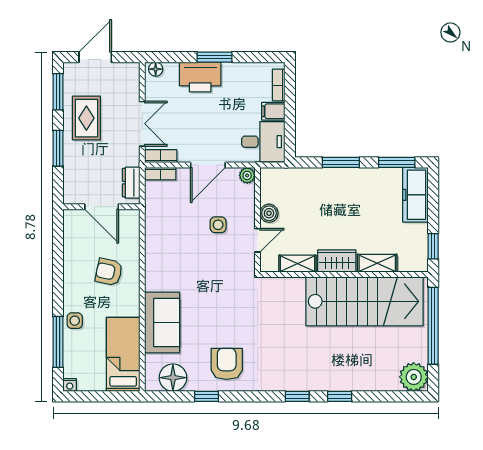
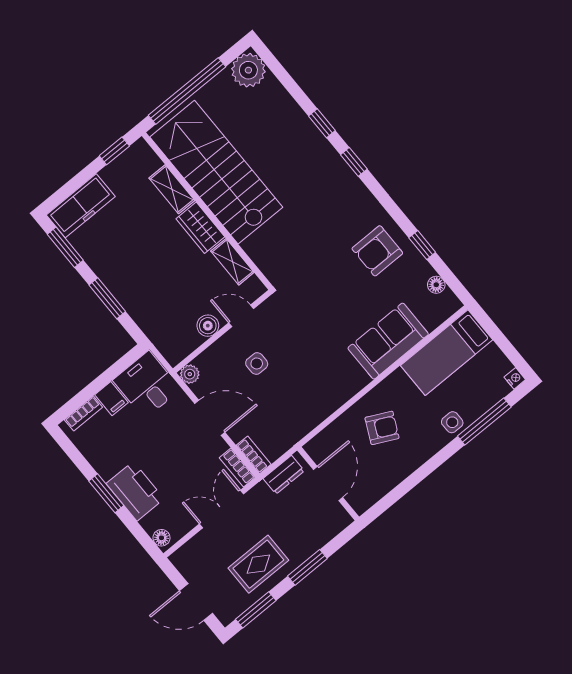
armchair: (109, 272) -> (382, 428), turned -76
floor lamp: (173, 378) -> (436, 285), width x0.53, depth x0.53

